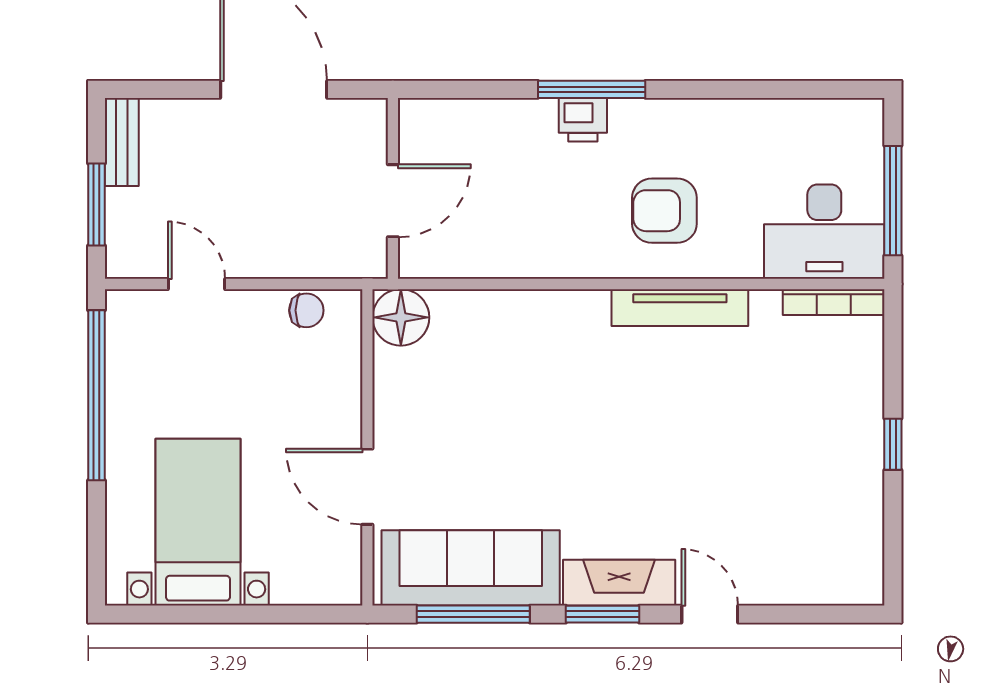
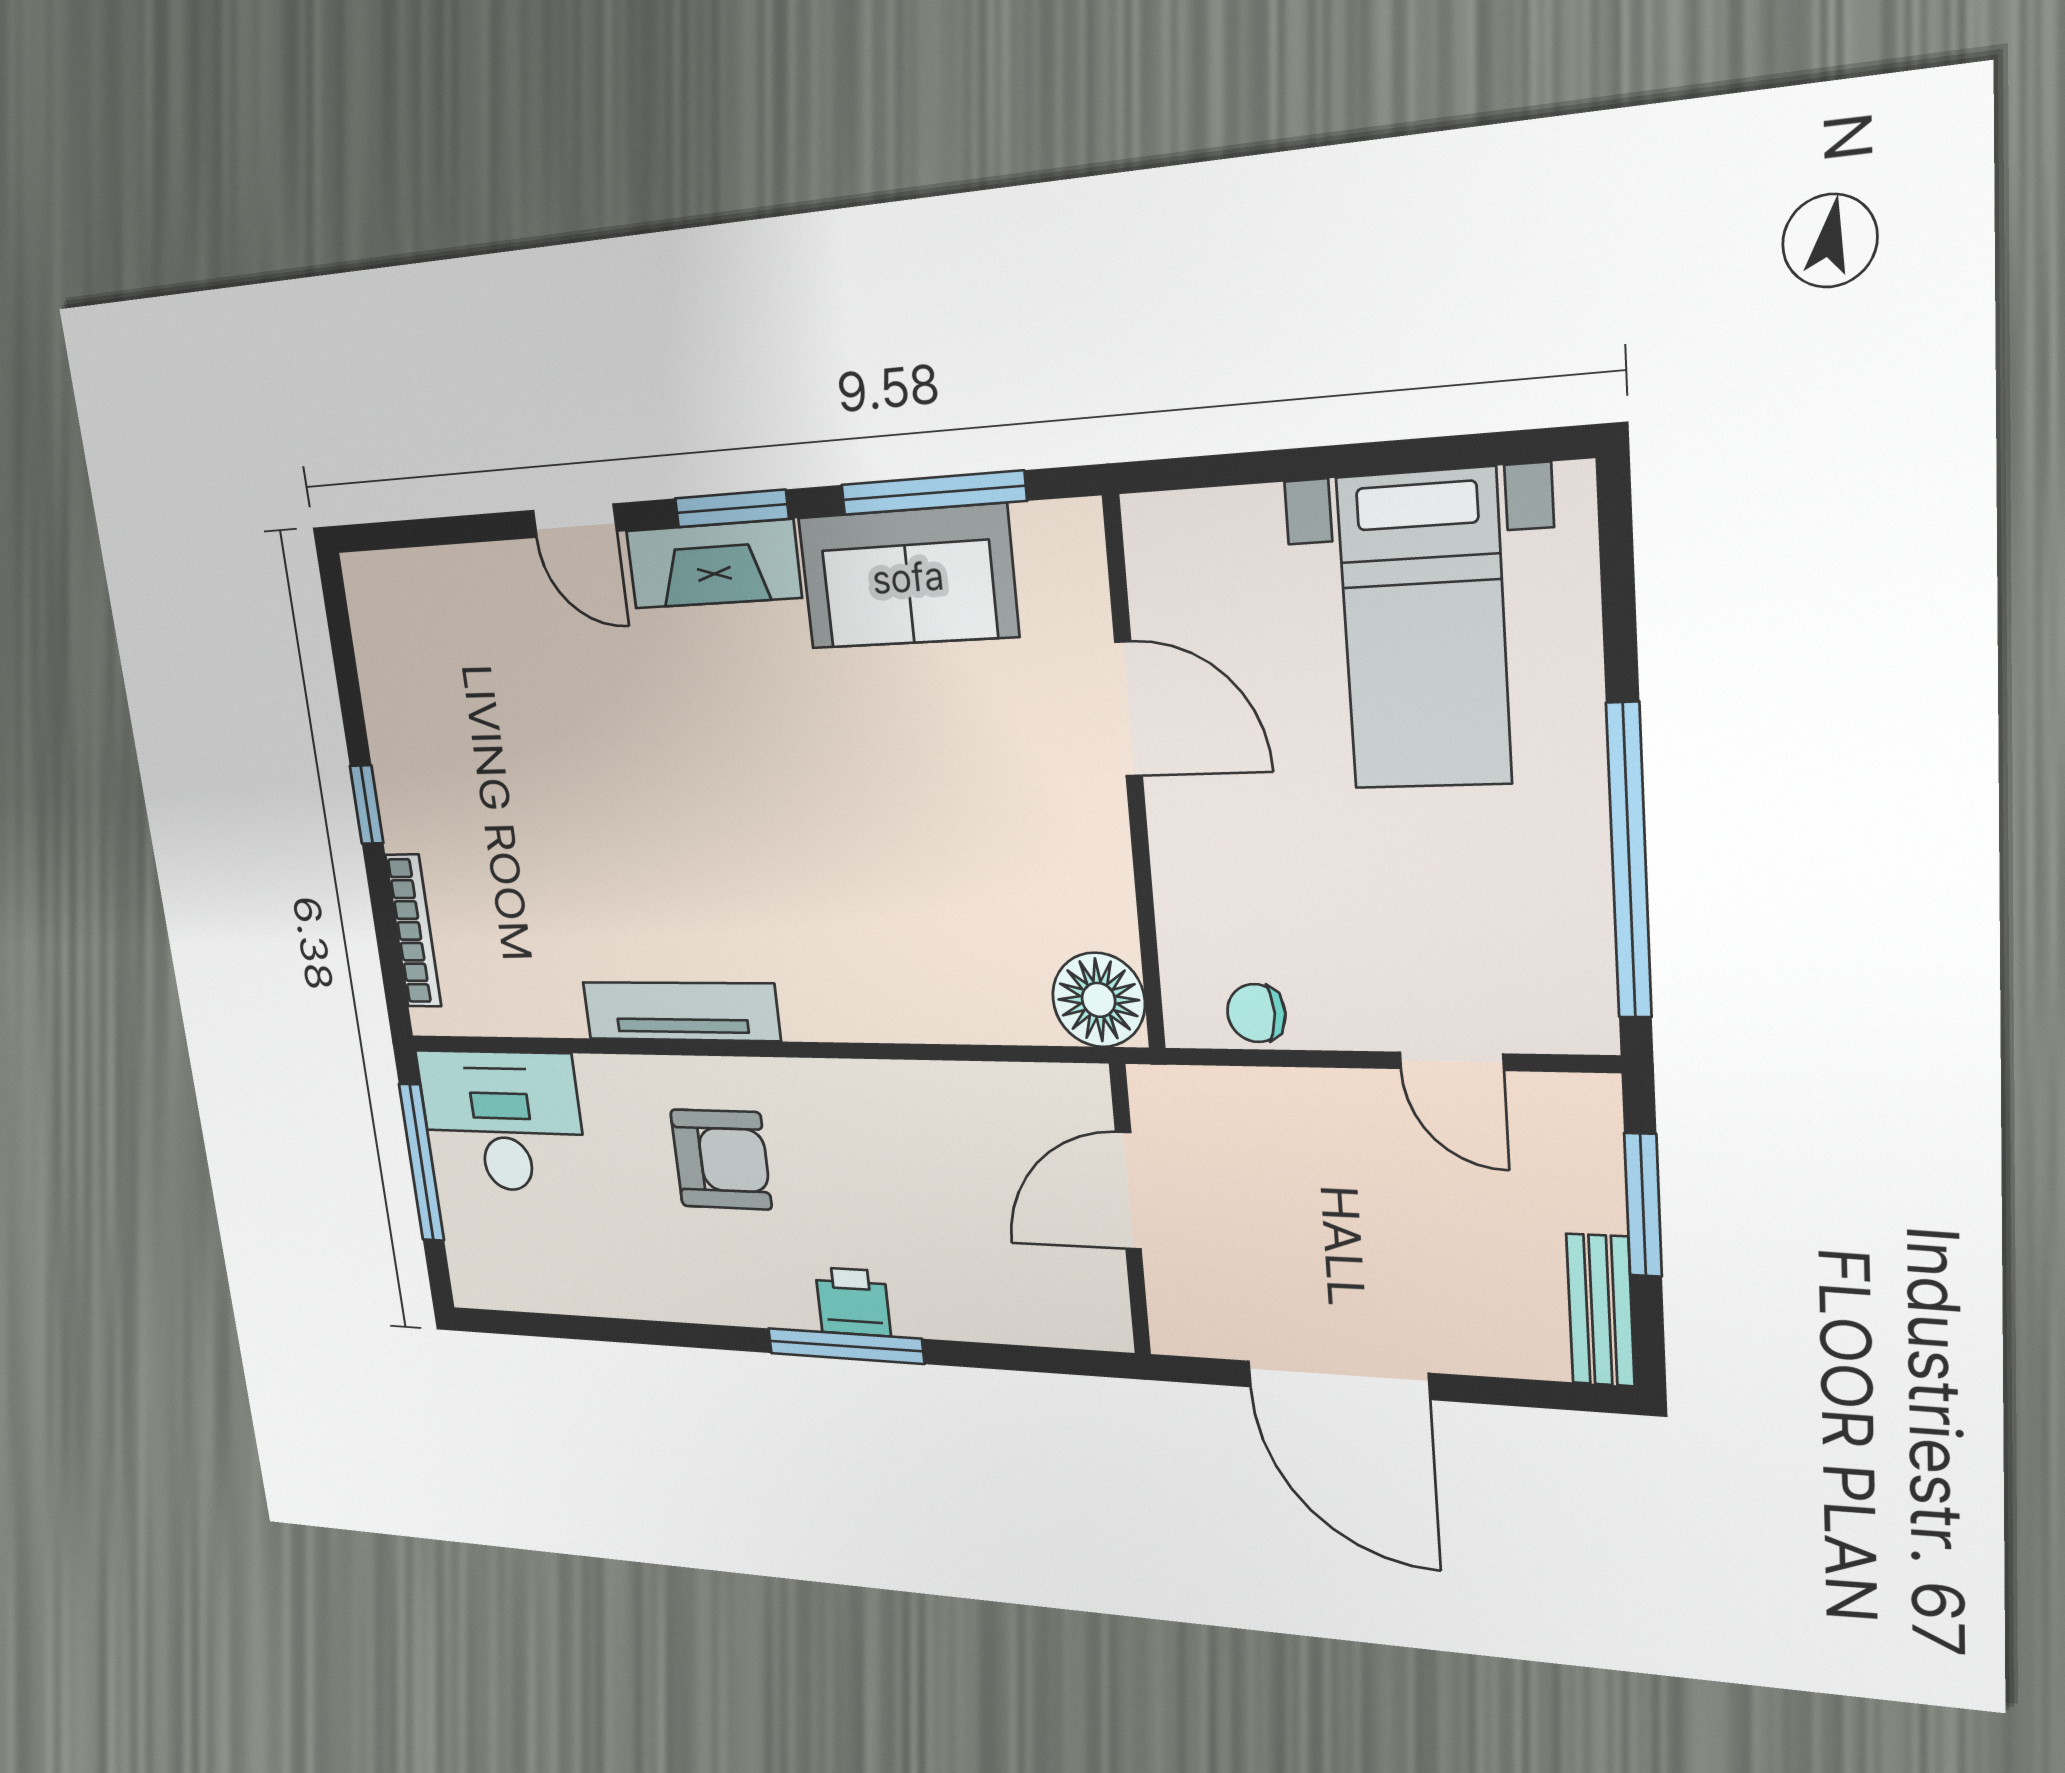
bookcase: (834, 302) -> (413, 931), moved, turned 90
sofa: (471, 568) -> (908, 577), width x0.73

